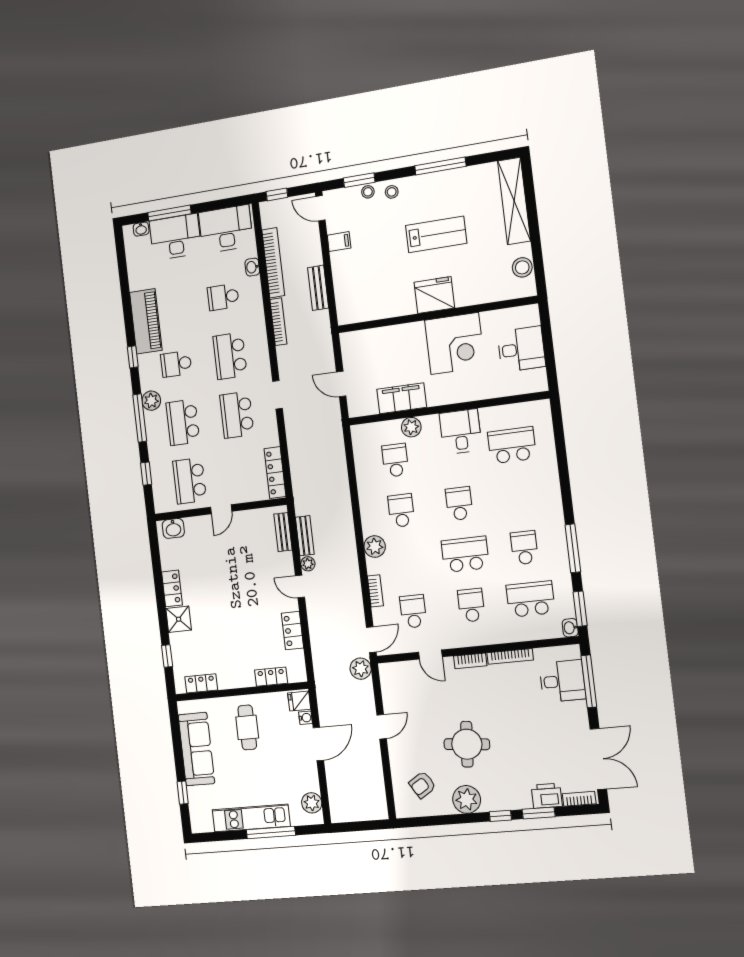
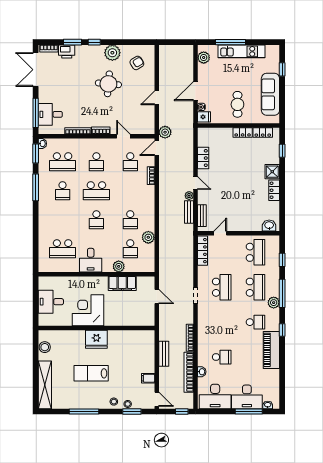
school desk: (230, 356) -> (222, 322), removed
door: (221, 509) -> (220, 233), moved
plant: (375, 547) -> (148, 237), moved
locker: (271, 677) -> (243, 133), moved

